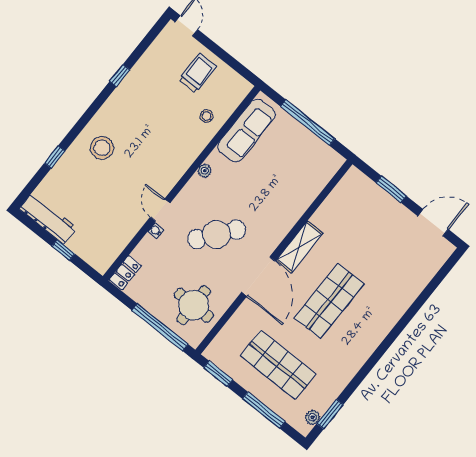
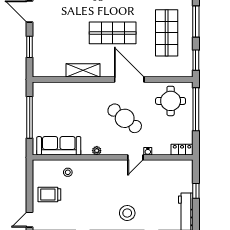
shelving: (299, 247) -> (83, 70), moved
door: (258, 277) -> (129, 79), hinge flipped

